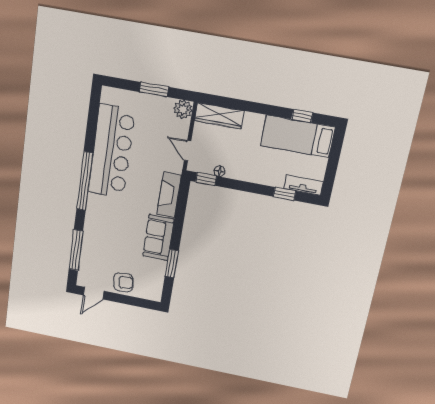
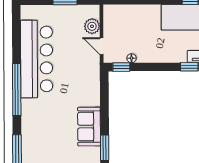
plant: (183, 109) -> (92, 26), moved
wardrobe: (219, 116) -> (123, 12), removed
fireplace: (169, 195) -> (92, 87), removed

